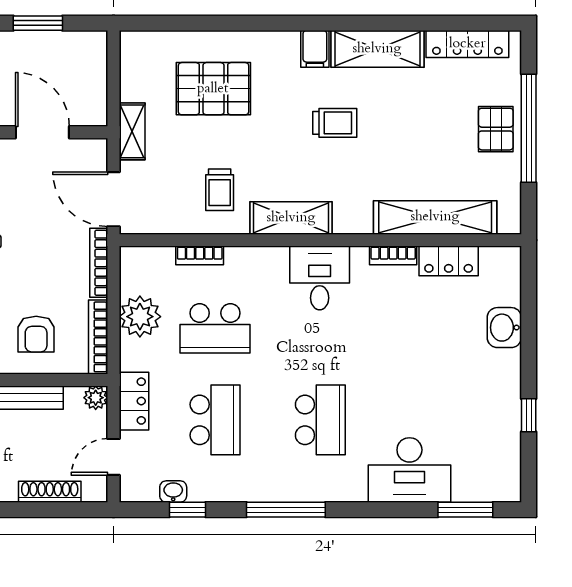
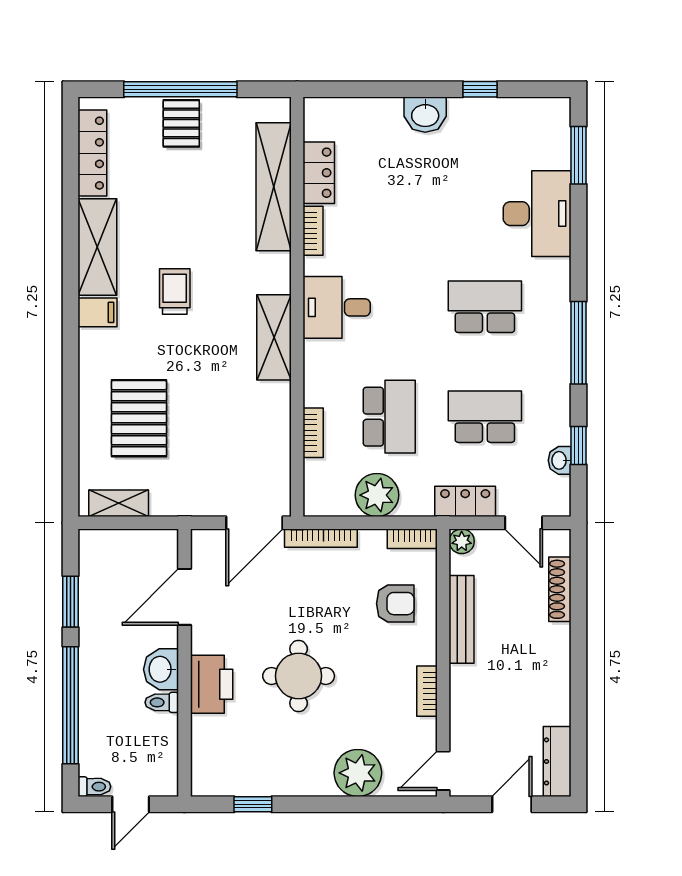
pallet: (496, 129) -> (181, 123), turned 90
shelving: (132, 131) -> (119, 503), moved
trolley: (220, 190) -> (244, 412), removed
washbasin: (504, 328) -> (425, 115), moved
bookcase: (98, 337) -> (412, 539), width x0.64

